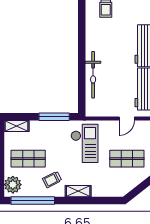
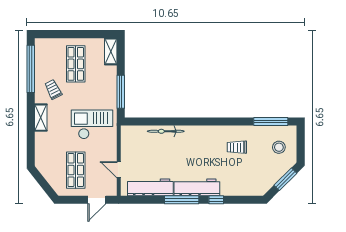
bicycle: (93, 75) -> (166, 131), width x0.73, depth x0.71
checkout: (85, 143) -> (92, 124), turned 180
plant: (13, 185) -> (48, 47), removed

